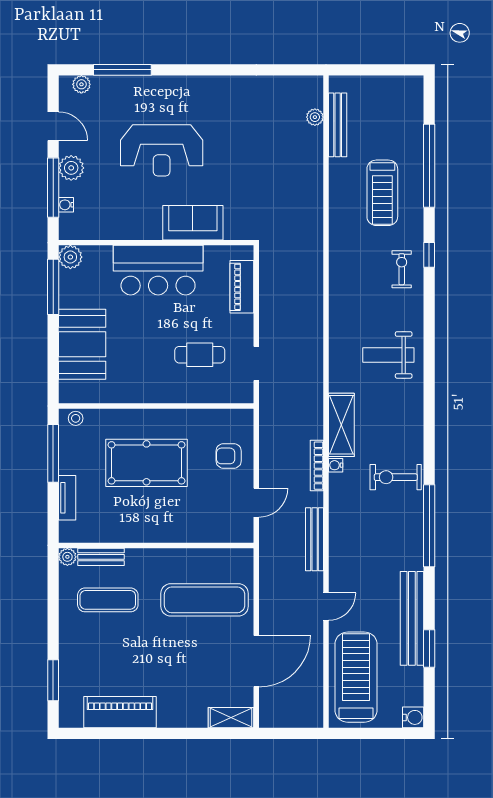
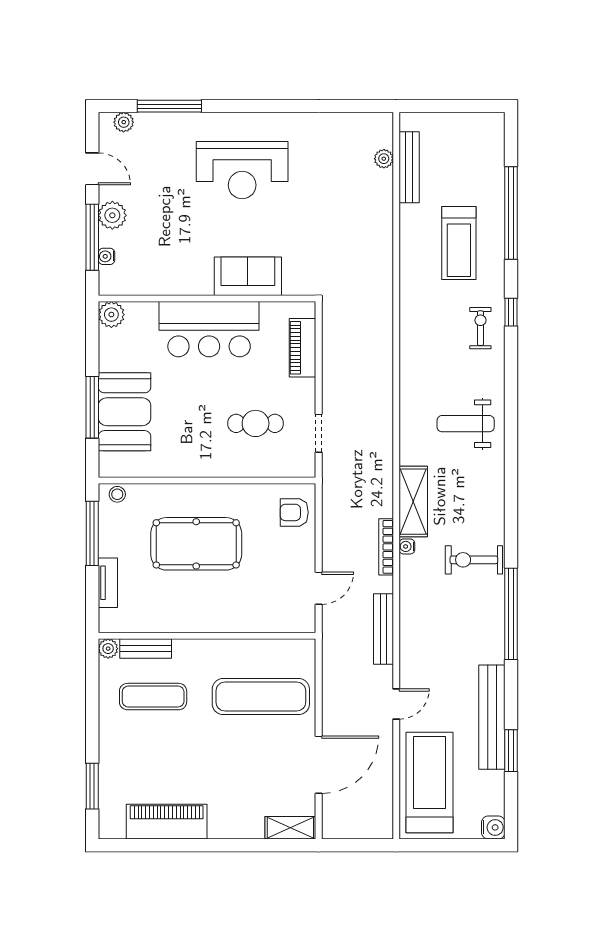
reception desk: (162, 150) -> (242, 170), moved
window: (53, 287) -> (92, 407), moved
armchair: (229, 456) -> (294, 512), moved

